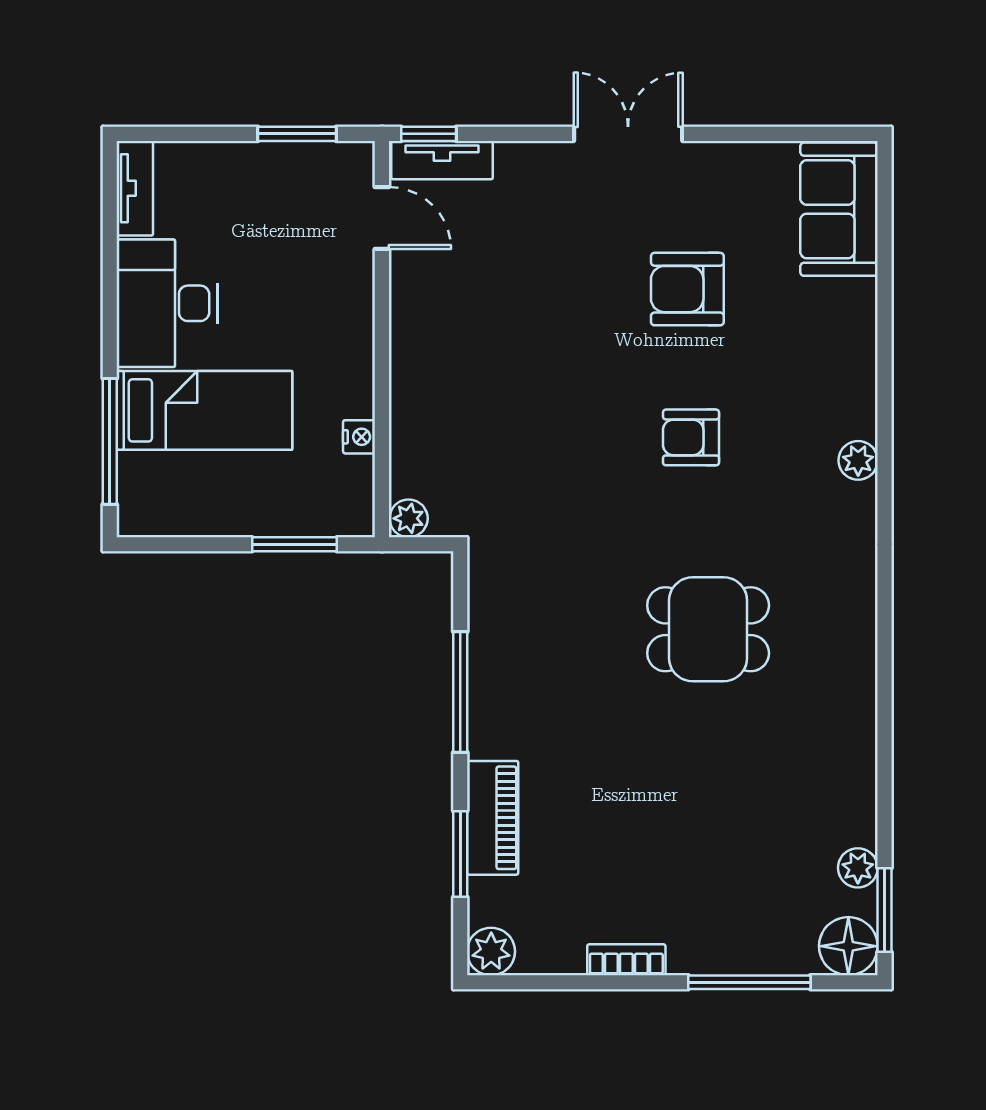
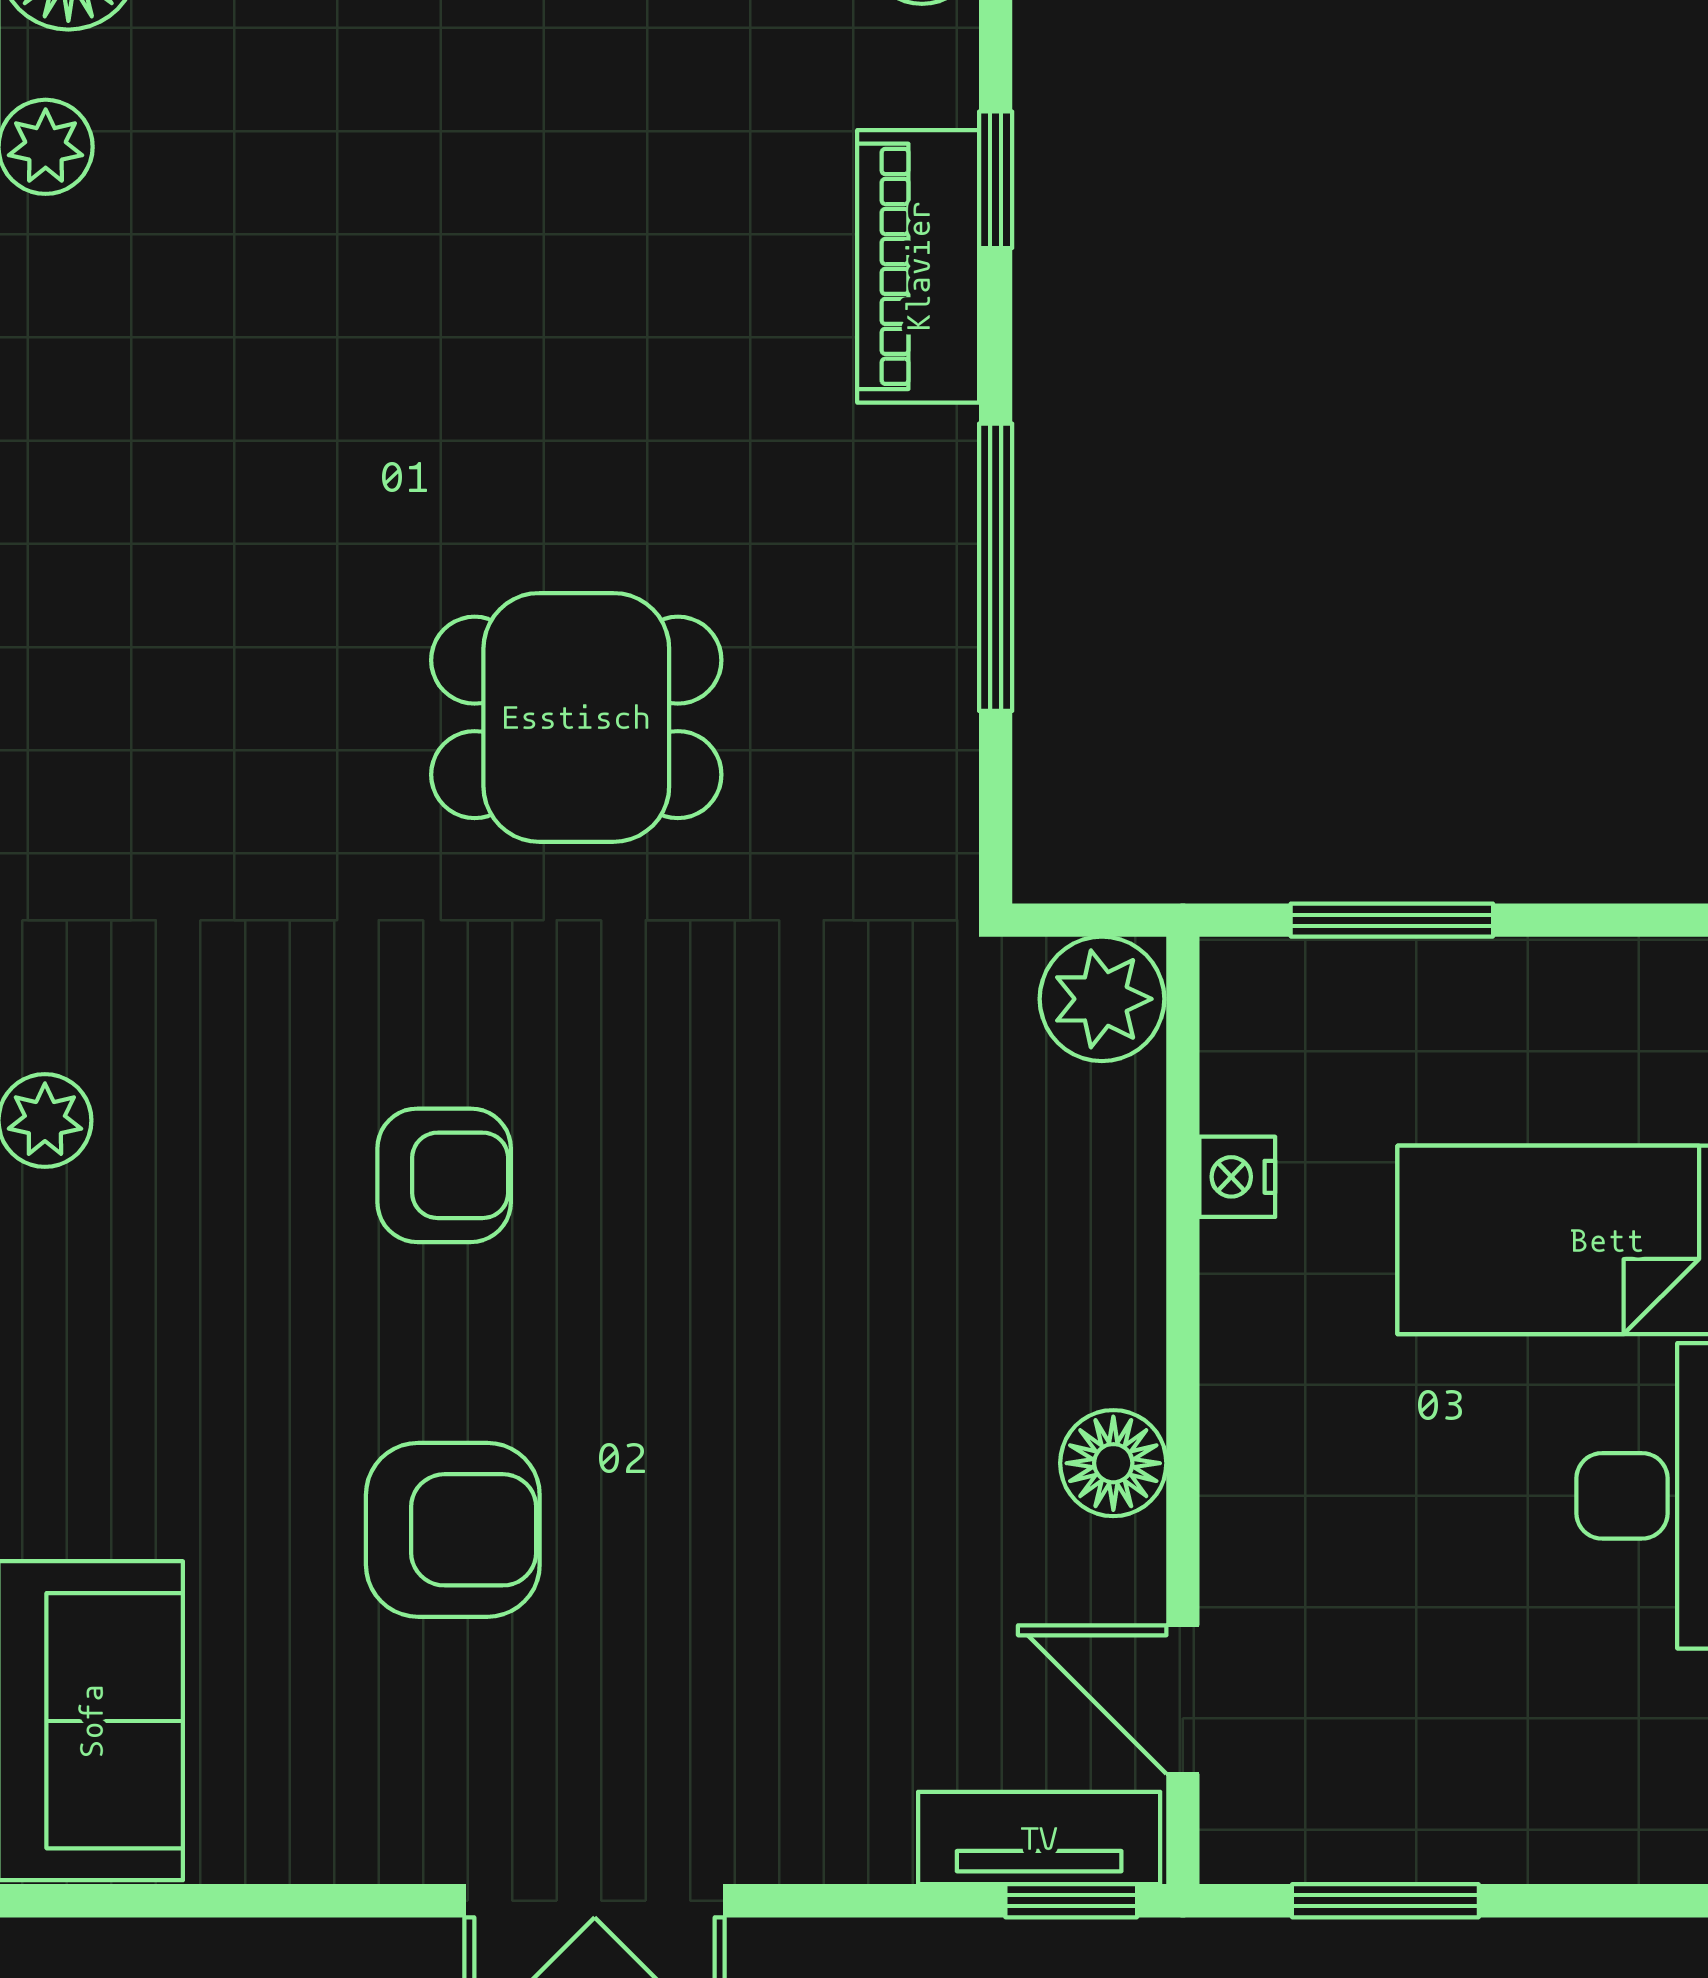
floor lamp: (411, 317) -> (1113, 1463), added
plant: (409, 518) -> (1102, 999), width x1.38, depth x1.38
dining table: (708, 629) -> (576, 717), moved
window: (460, 854) -> (996, 180), width x0.67

